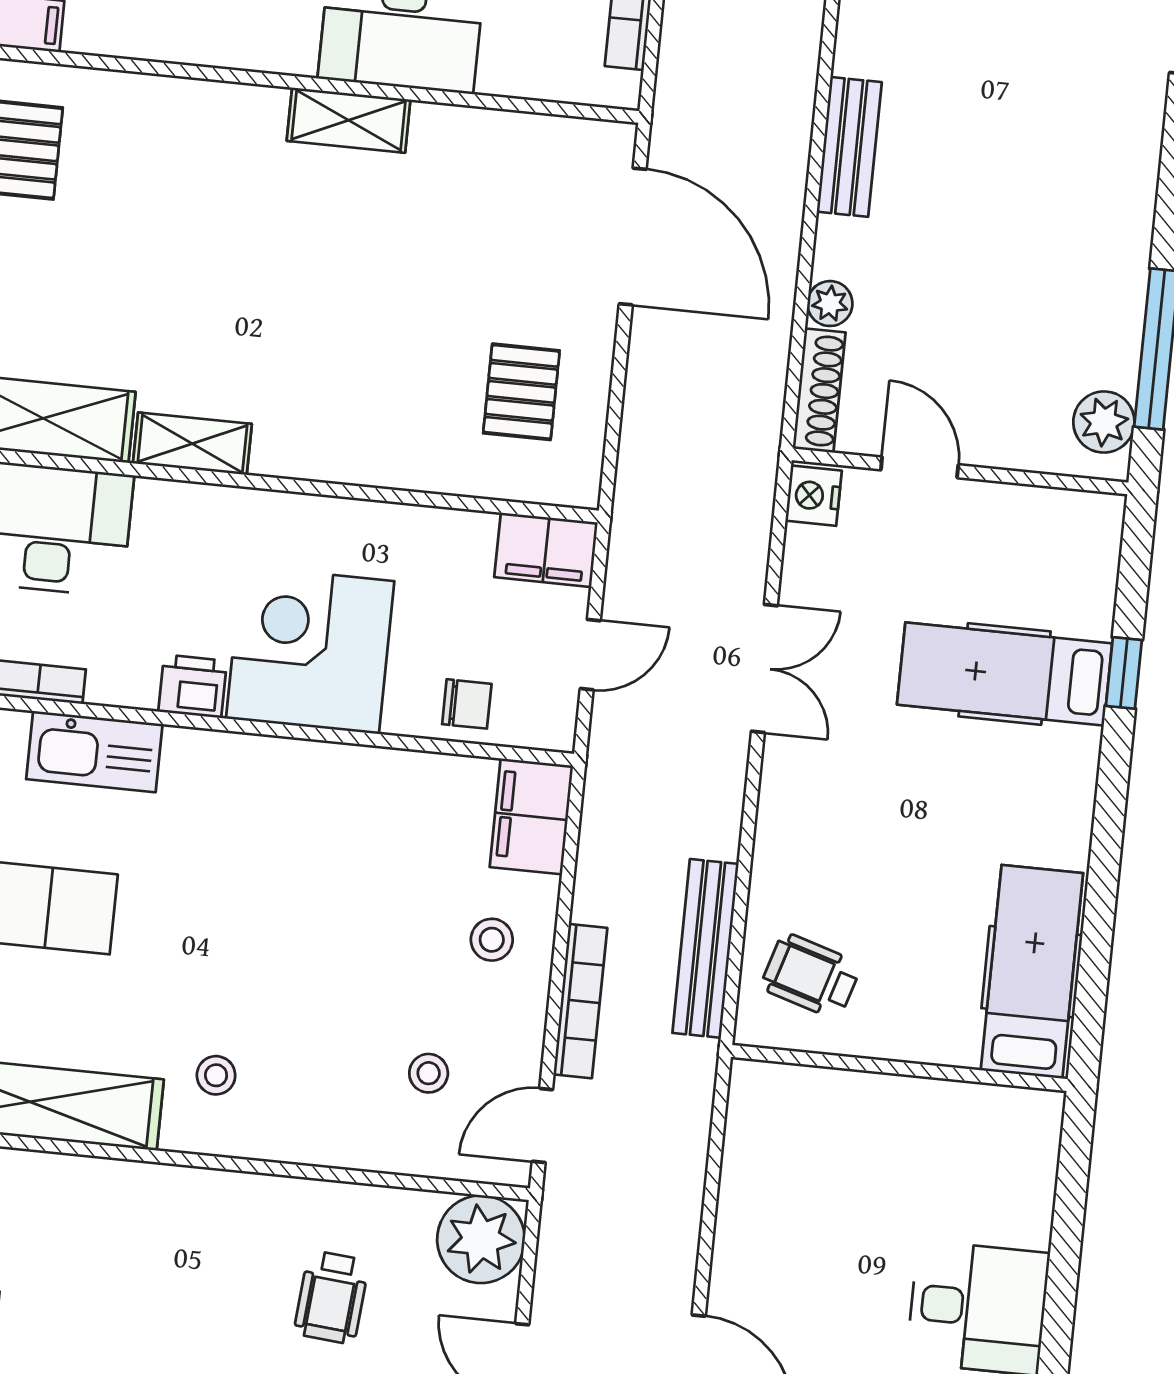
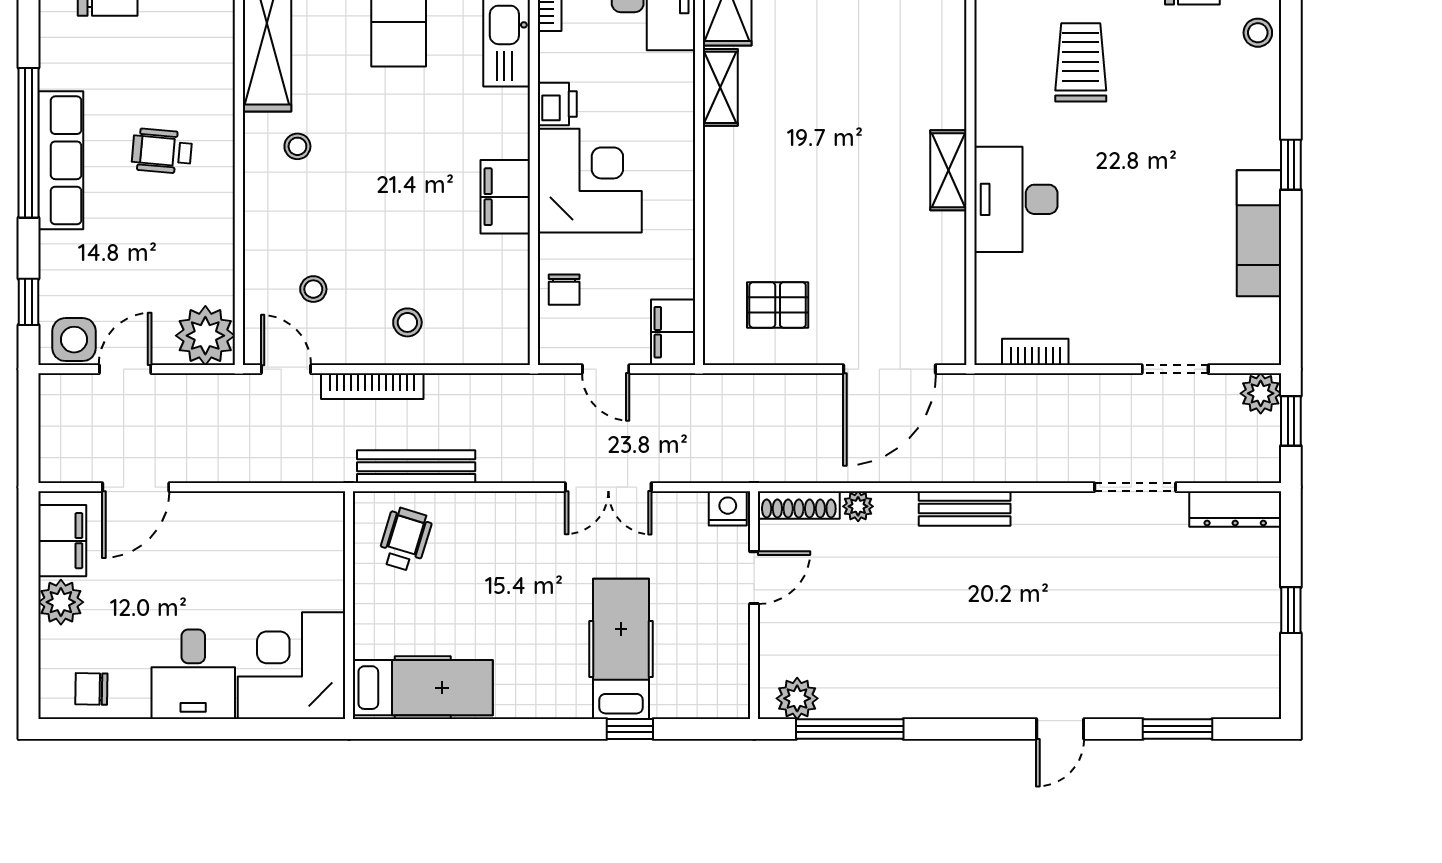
filing cabinet: (531, 816) -> (505, 197), moved, turned -90
corner desk: (980, 1162) -> (292, 666), added
wheelchair: (332, 1297) -> (162, 151), moved

